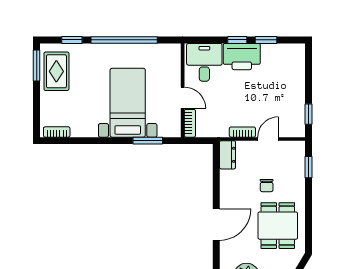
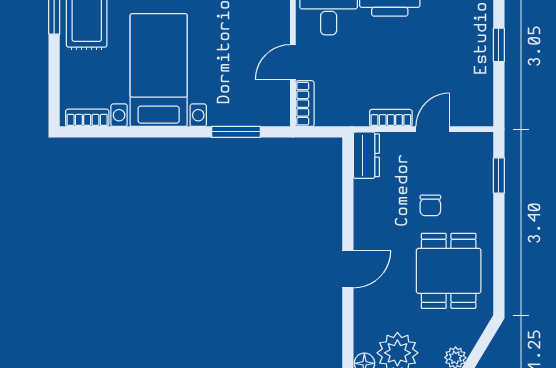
door: (183, 98) -> (293, 62), swing flipped
bed with nightstands: (128, 103) -> (159, 70), moved
window: (308, 114) -> (499, 45), moved
door: (216, 225) -> (348, 269), width x0.73

